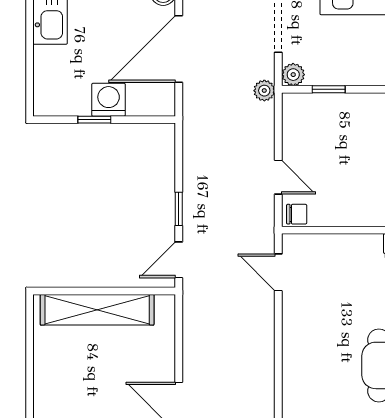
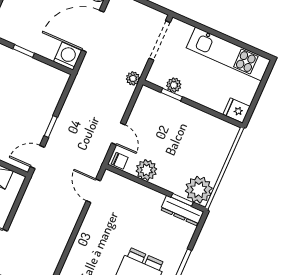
plant: (293, 75) -> (174, 85), moved
washing machine: (109, 100) -> (68, 56), moved
plant: (340, 211) -> (146, 170), added

